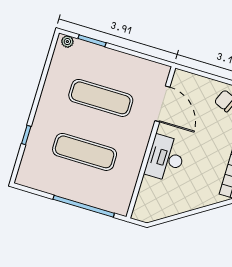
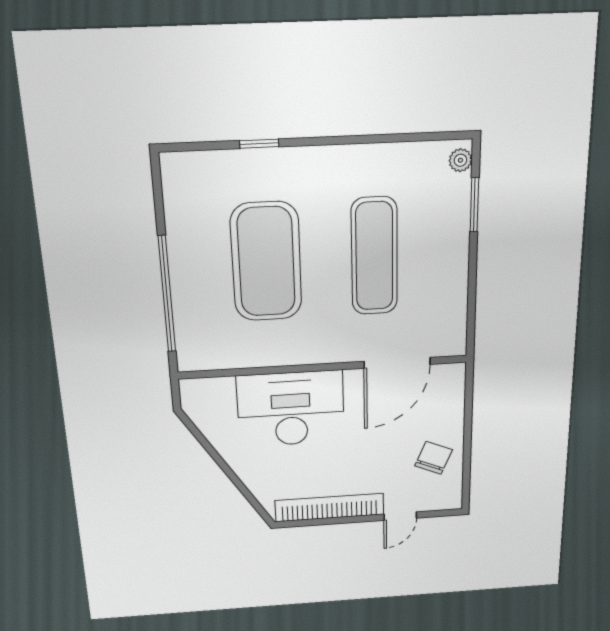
exercise mat: (85, 152) -> (266, 262), width x1.47
desk: (165, 158) -> (291, 409), width x1.36, depth x1.30

